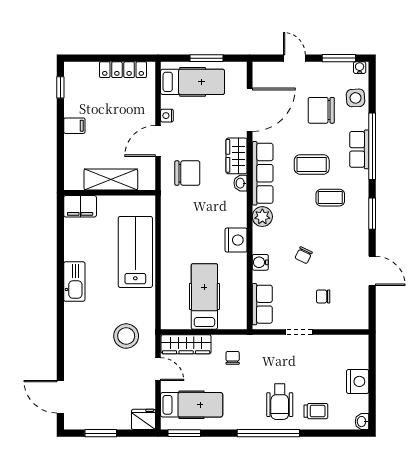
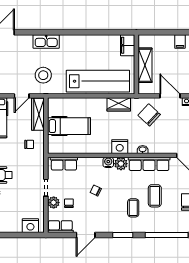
row of seats: (359, 149) -> (60, 227), moved
wardrobe: (237, 156) -> (119, 104), moved, turned 180
chair: (187, 173) -> (149, 115), turned 133
nightstand: (236, 240) -> (120, 147), moved
lab bench: (135, 252) -> (98, 81), width x1.36
water cooler: (260, 262) -> (108, 162), moved
kitchen sink: (74, 282) -> (46, 41), moved
plant: (322, 320) -> (54, 203), added
nightstand: (358, 381) -> (30, 226), moved

